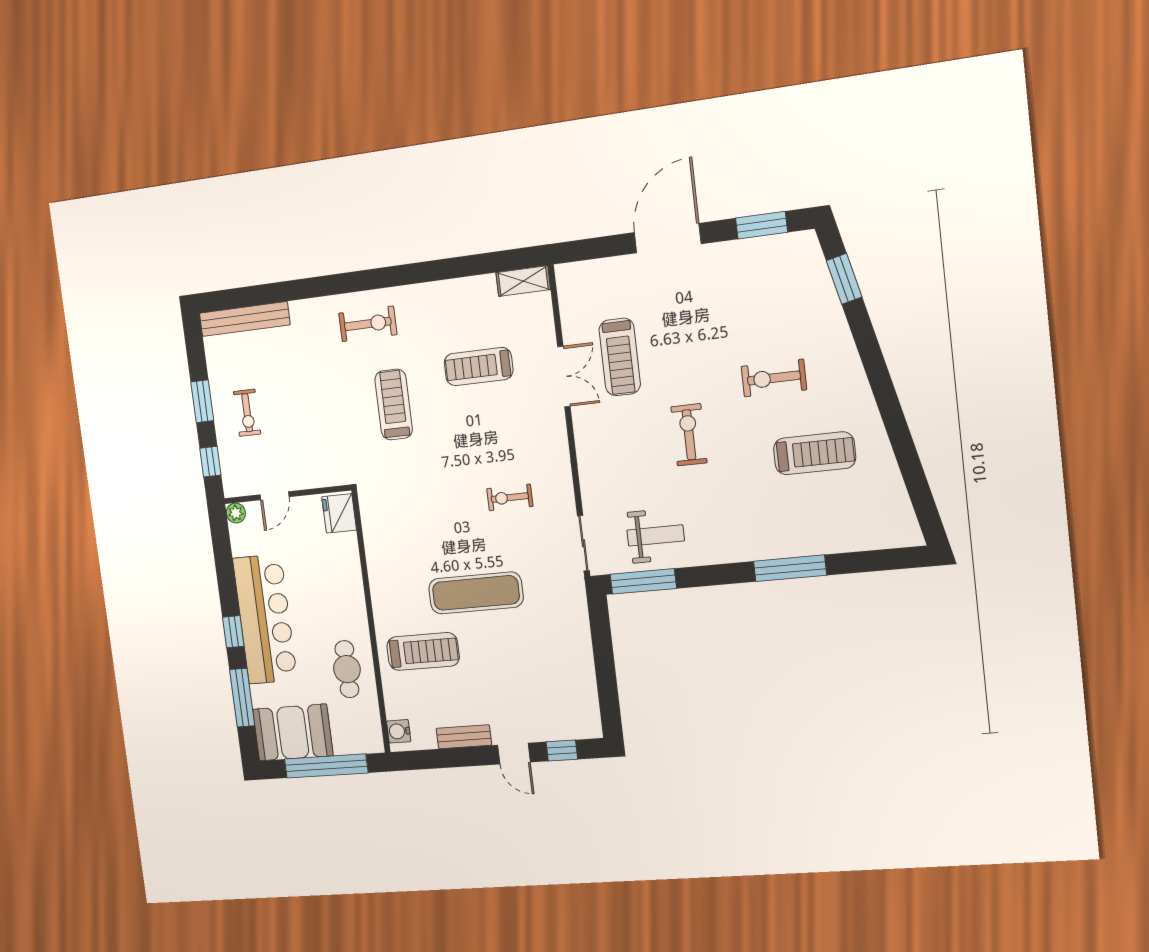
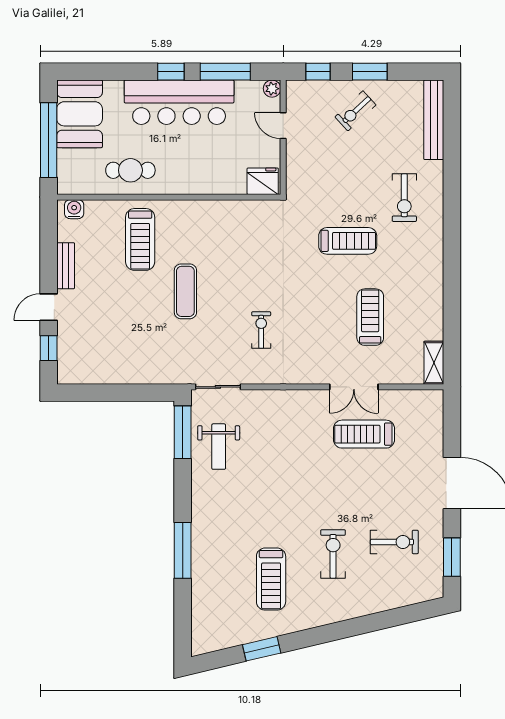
window: (844, 279) -> (262, 649), moved
exercise bike: (368, 324) -> (404, 198), moved
exercise bike: (247, 413) -> (355, 111), turned -43
exercise bike: (689, 435) -> (394, 542), moved
exercise mat: (476, 593) -> (185, 291), width x0.73, depth x0.69
window: (242, 698) -> (225, 72), moved

